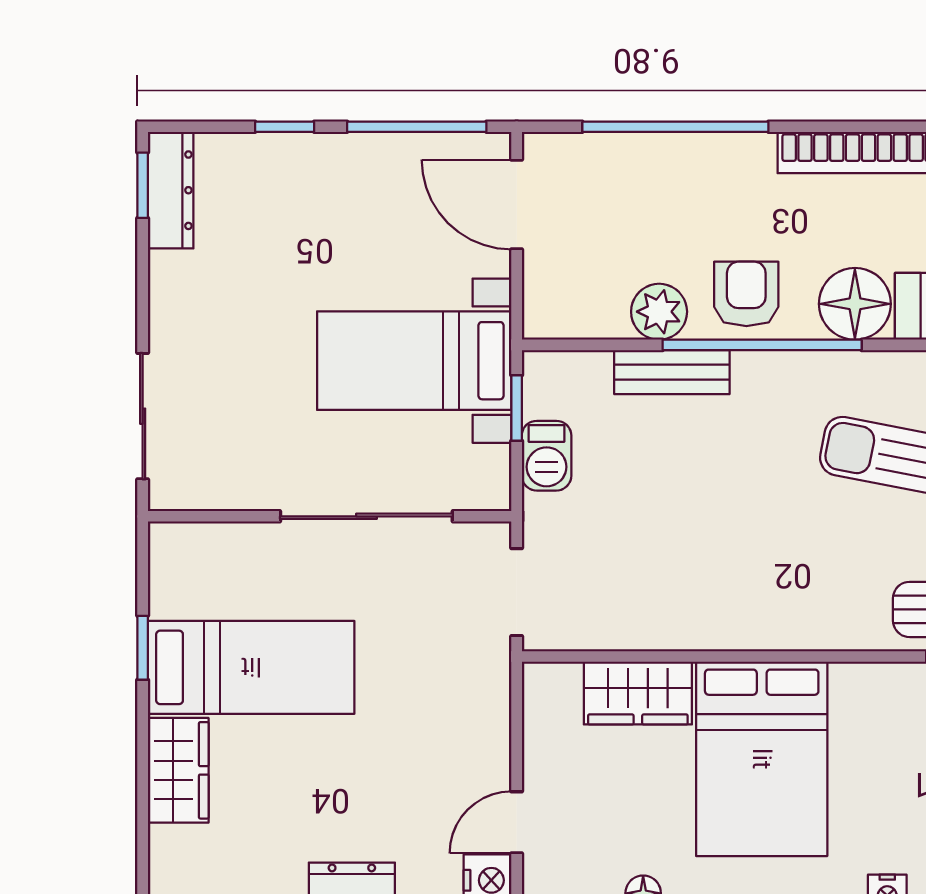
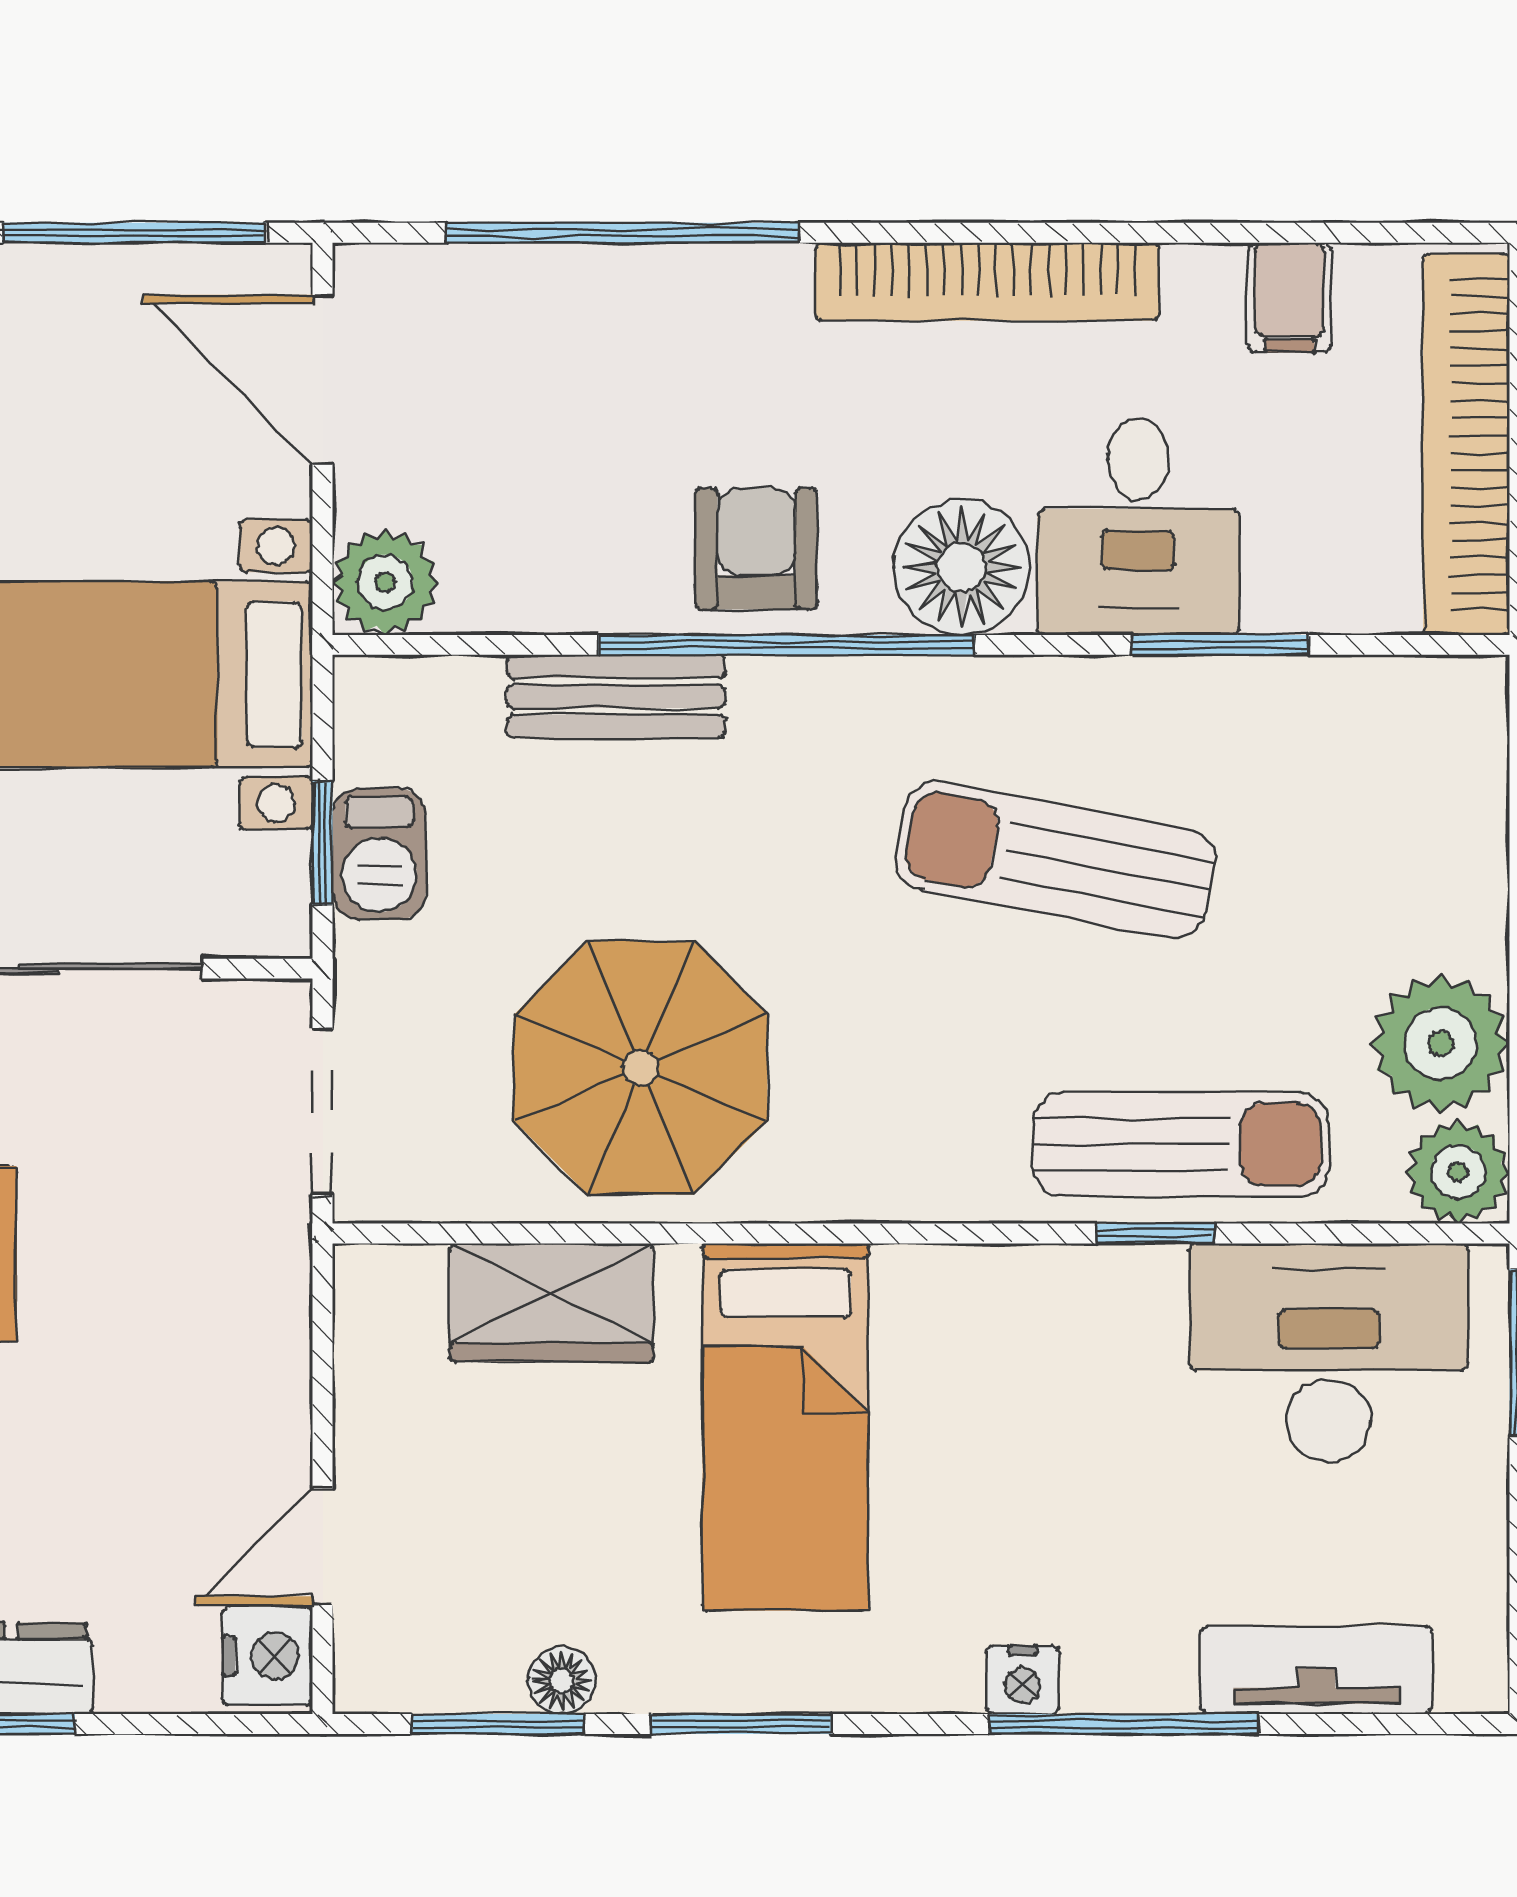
plant: (659, 312) -> (385, 582), moved
window: (517, 408) -> (323, 843), moved
parasol: (685, 569) -> (641, 1068), added
bed: (762, 759) -> (786, 1427), width x0.67

